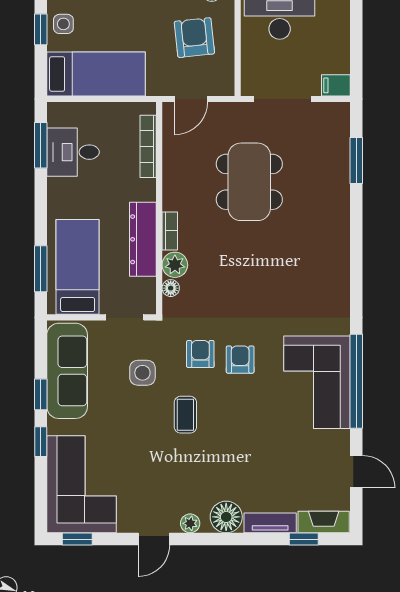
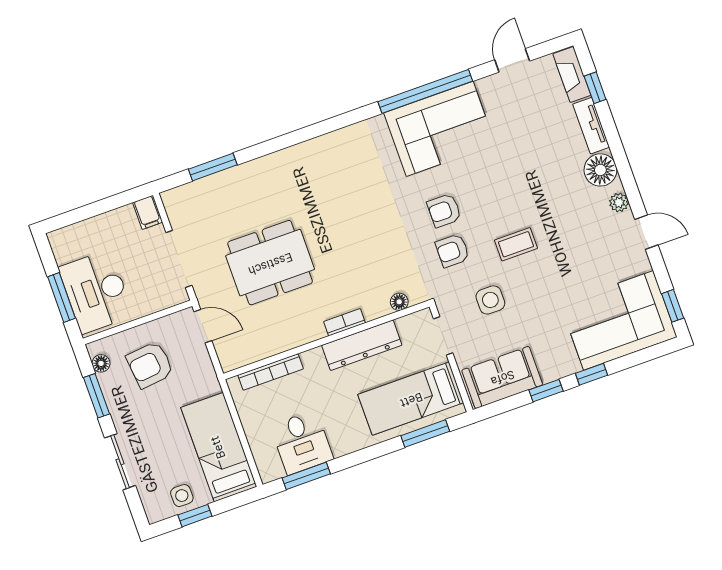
door: (191, 99) -> (203, 326), moved
plant: (175, 265) -> (375, 306), removed
sofa: (67, 371) -> (502, 377), width x0.73

